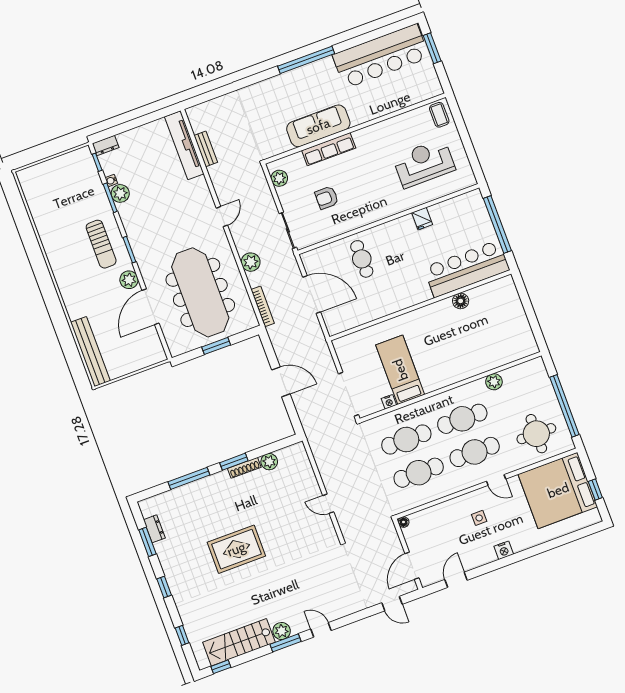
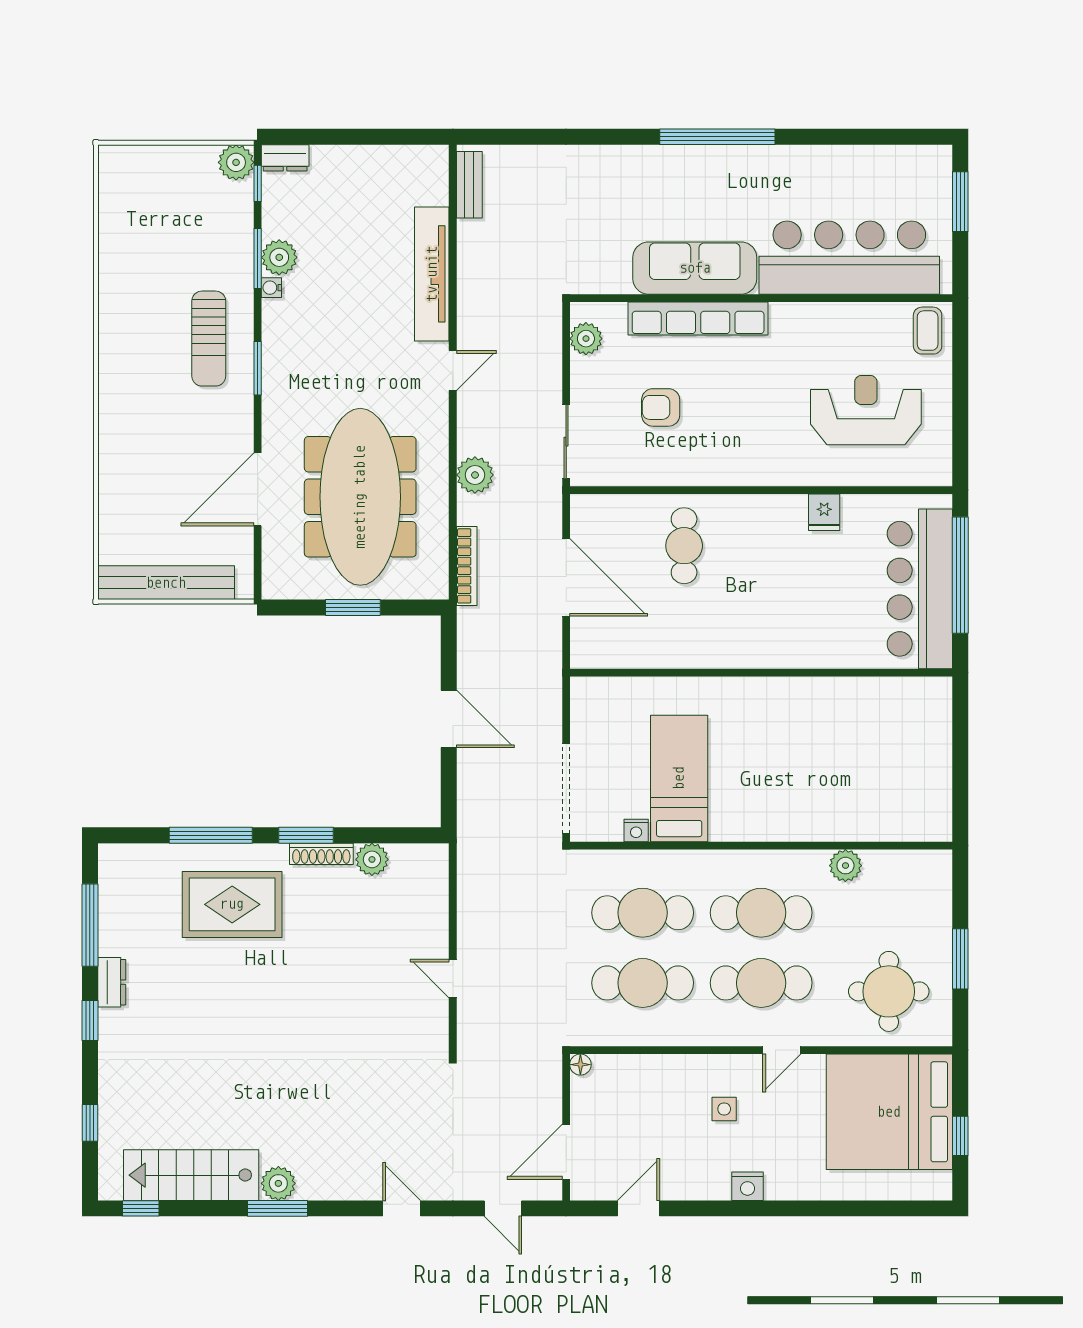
bar counter: (381, 56) -> (849, 258), moved, turned 180
tv unit: (184, 145) -> (432, 274), moved
bench: (206, 149) -> (469, 185), moved
row of seats: (329, 149) -> (698, 318), width x1.36
water cooler: (111, 181) -> (271, 288), moved
bar counter: (467, 269) -> (920, 589), moved, turned -90
plant: (129, 280) -> (236, 162), moved
floor lamp: (461, 301) -> (839, 692), removed
bench: (90, 352) -> (166, 583), moved, turned 90
window: (564, 406) -> (960, 959), width x0.47
door: (496, 480) -> (782, 1050), hinge flipped
dresser: (154, 529) -> (112, 982), moved
window: (147, 542) -> (90, 925), width x1.44
rug: (236, 549) -> (232, 904), moved
door: (321, 630) -> (402, 1208), moved

